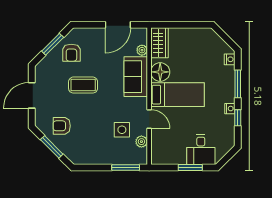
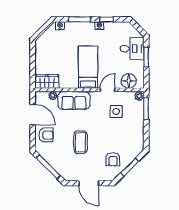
window: (53, 44) -> (48, 167), width x1.44
armchair: (71, 53) -> (46, 135), moved
floor lamp: (160, 72) -> (129, 81), moved
plant: (141, 142) -> (139, 96), moved

